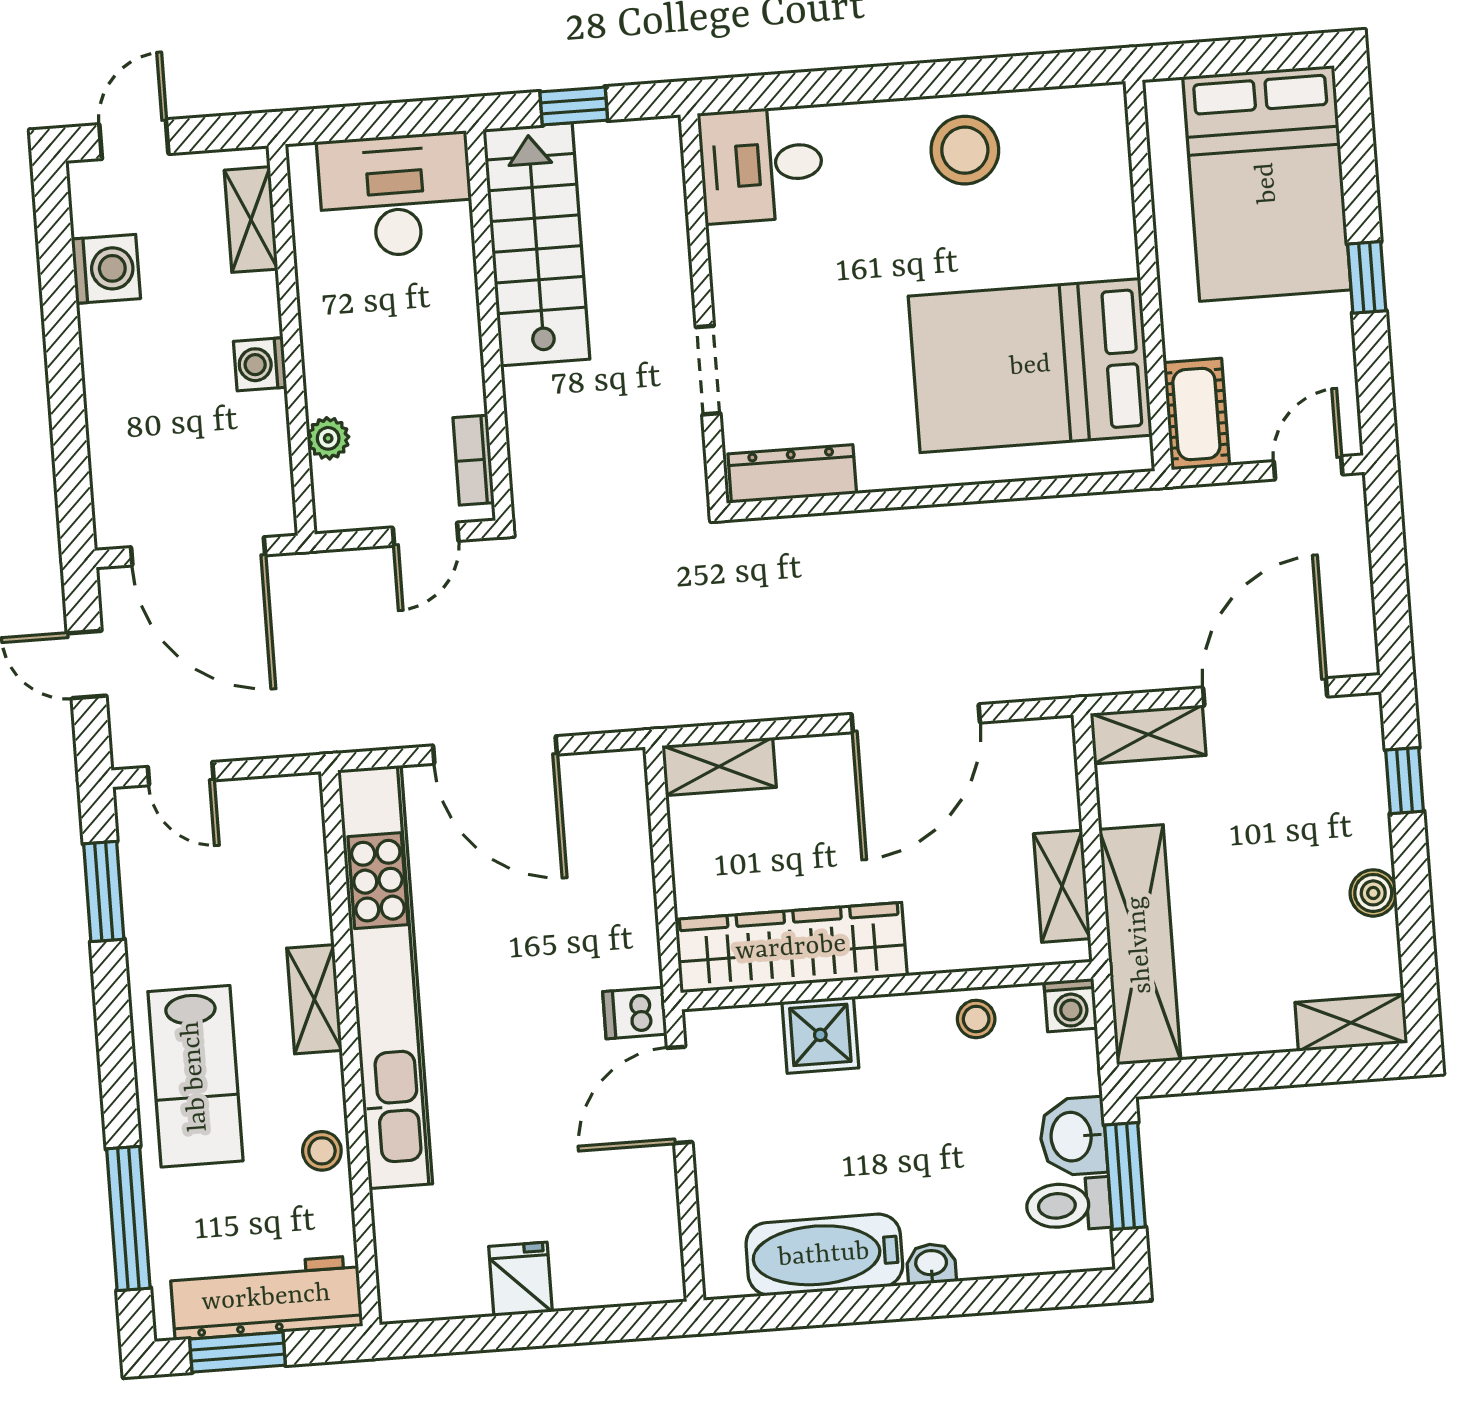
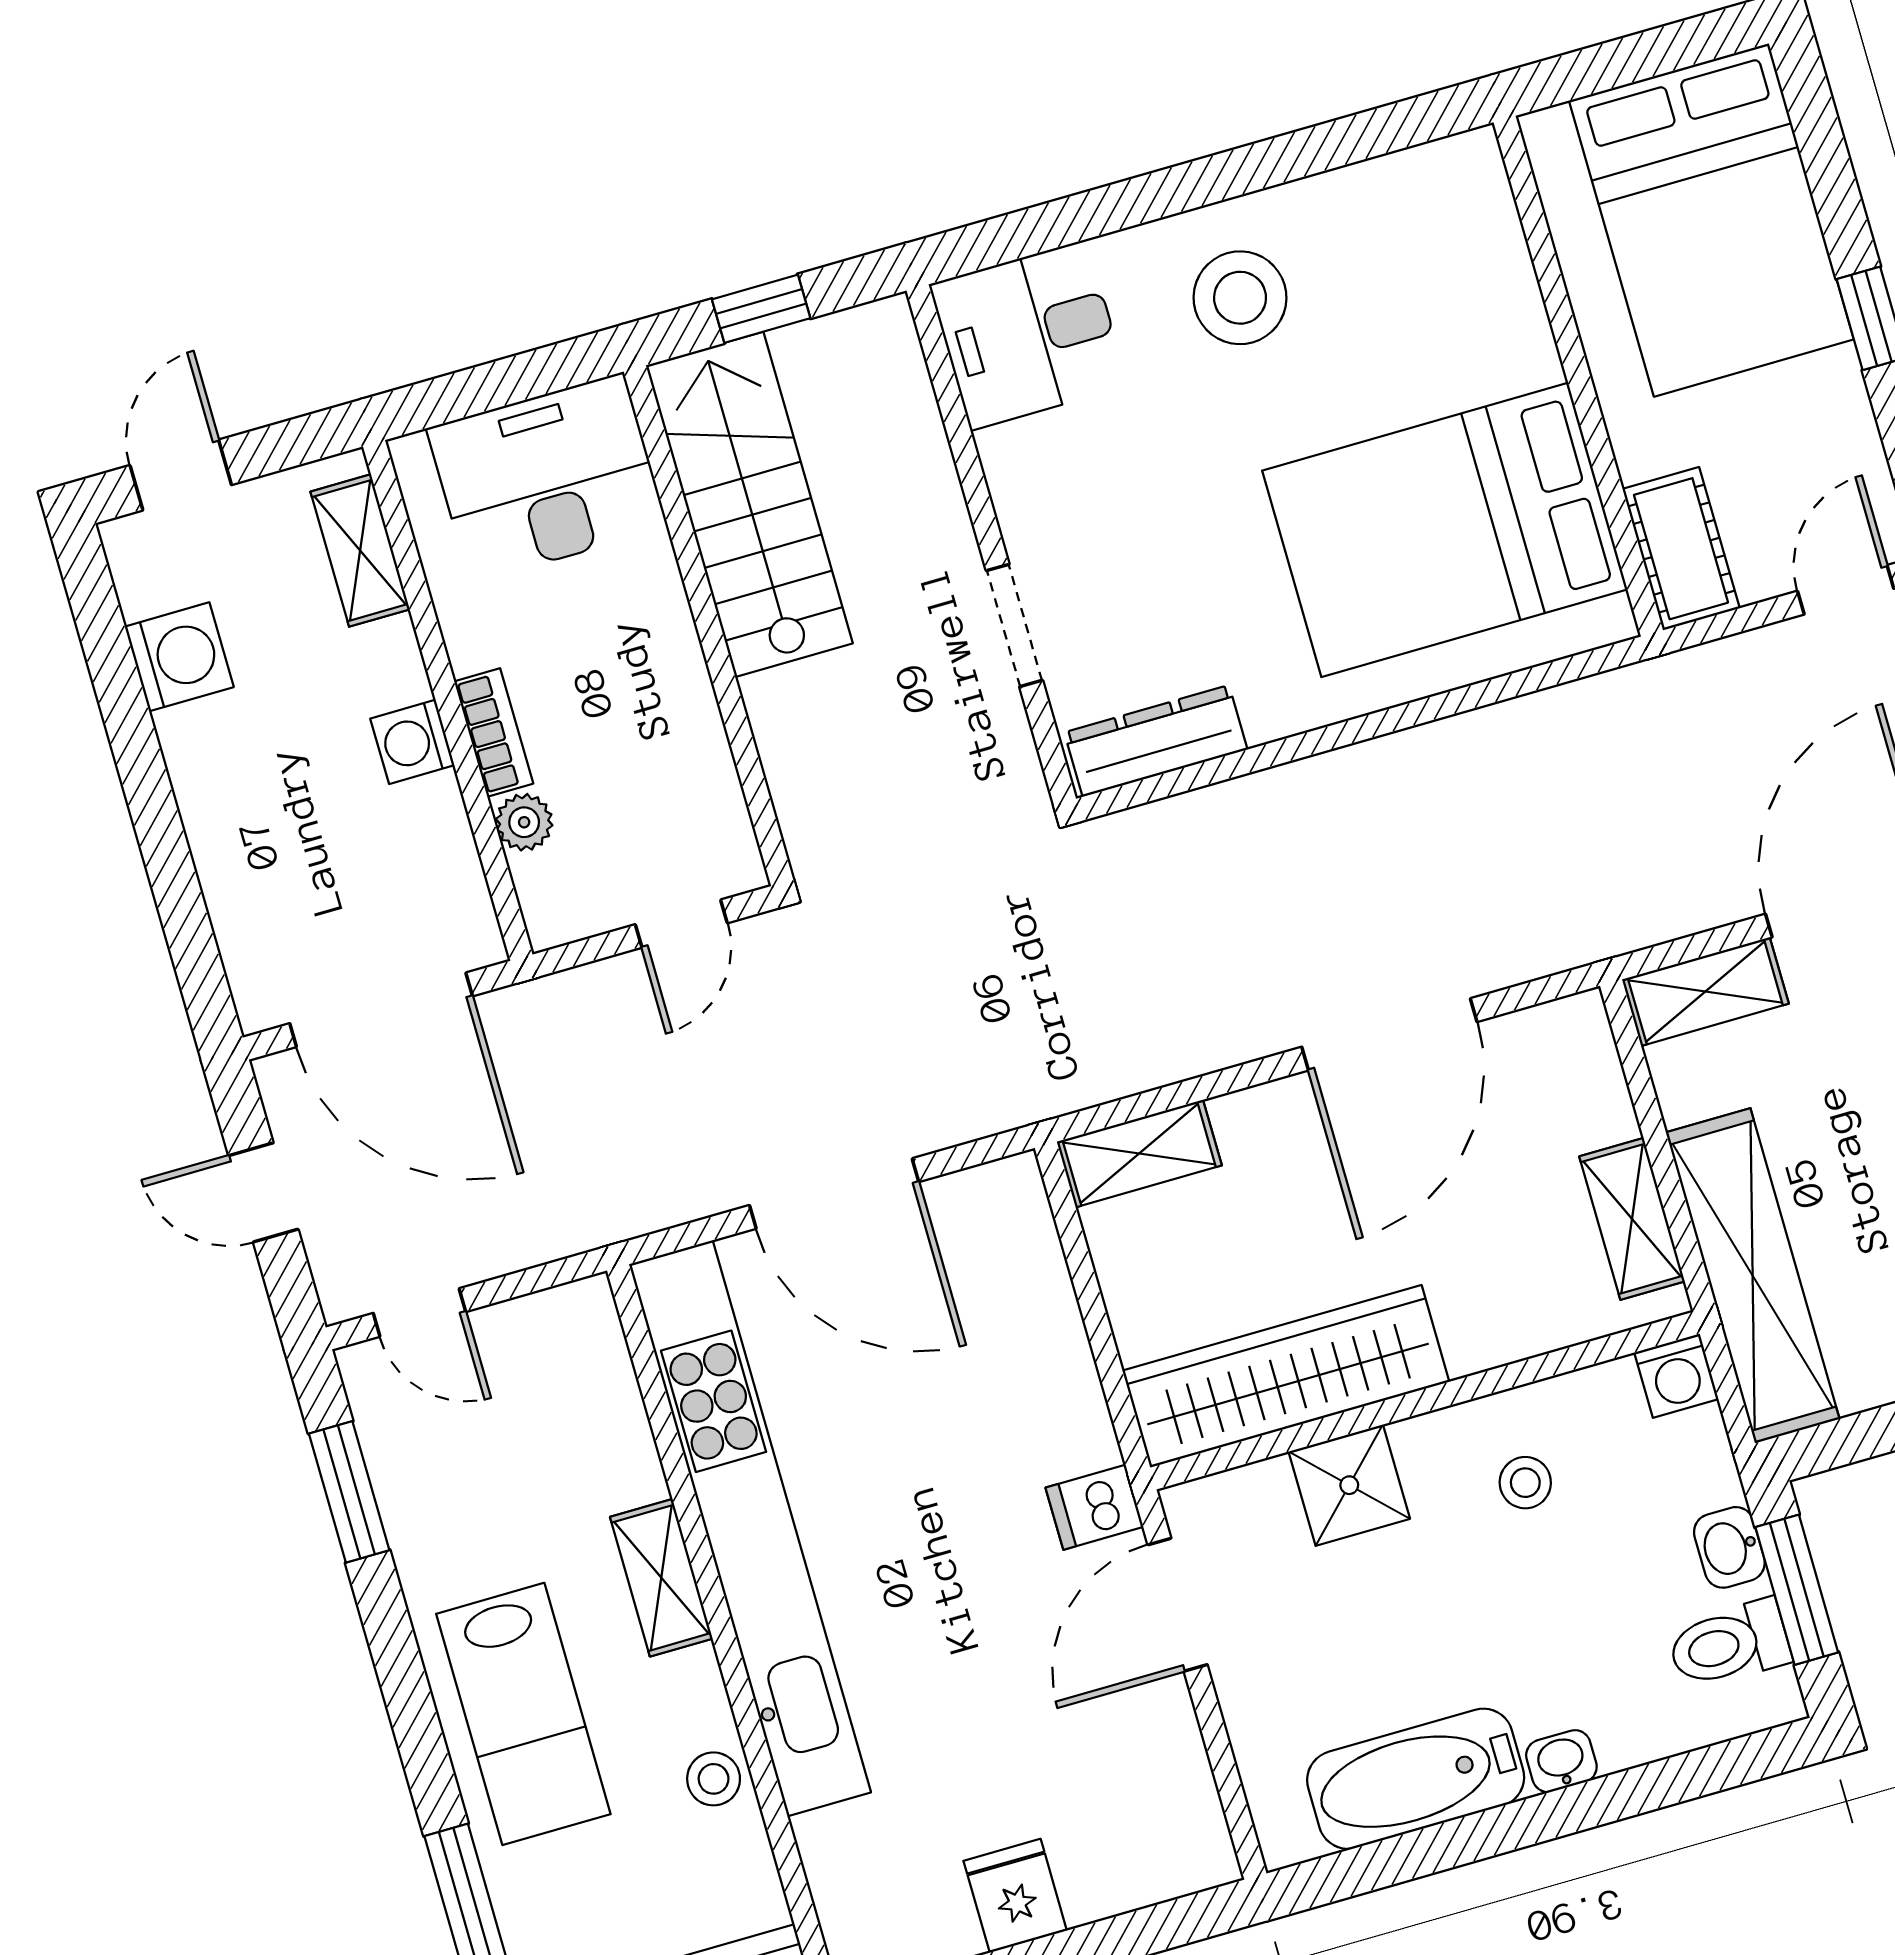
stool: (965, 150) -> (1240, 298), moved
bookcase: (474, 460) -> (494, 732), moved, turned 180
stool: (976, 1019) -> (1525, 1483), moved
washbasin: (1073, 1136) -> (1729, 1547), width x0.72, depth x0.69

